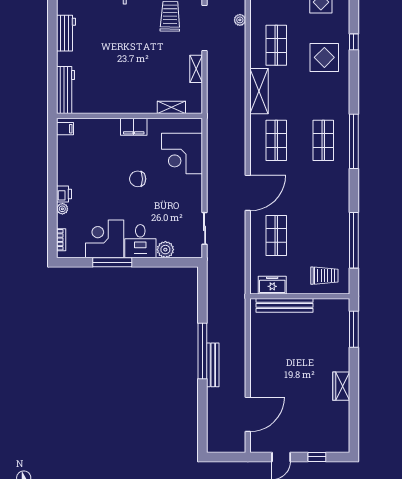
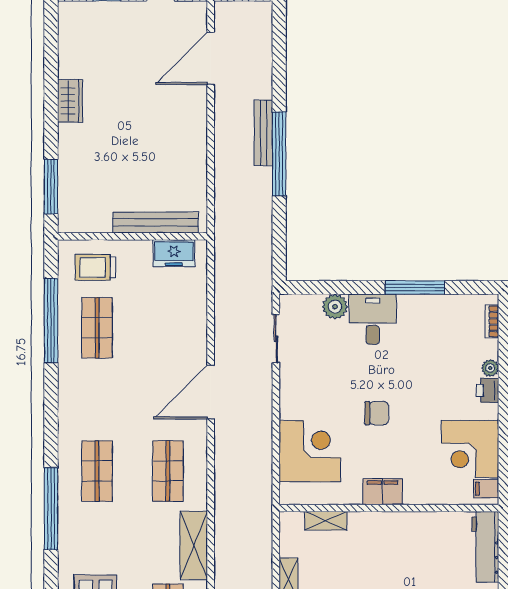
window: (354, 141) -> (51, 509), moved
shop shelf: (276, 236) -> (97, 328), moved
corner desk: (105, 239) -> (470, 449), moved, turned 90

